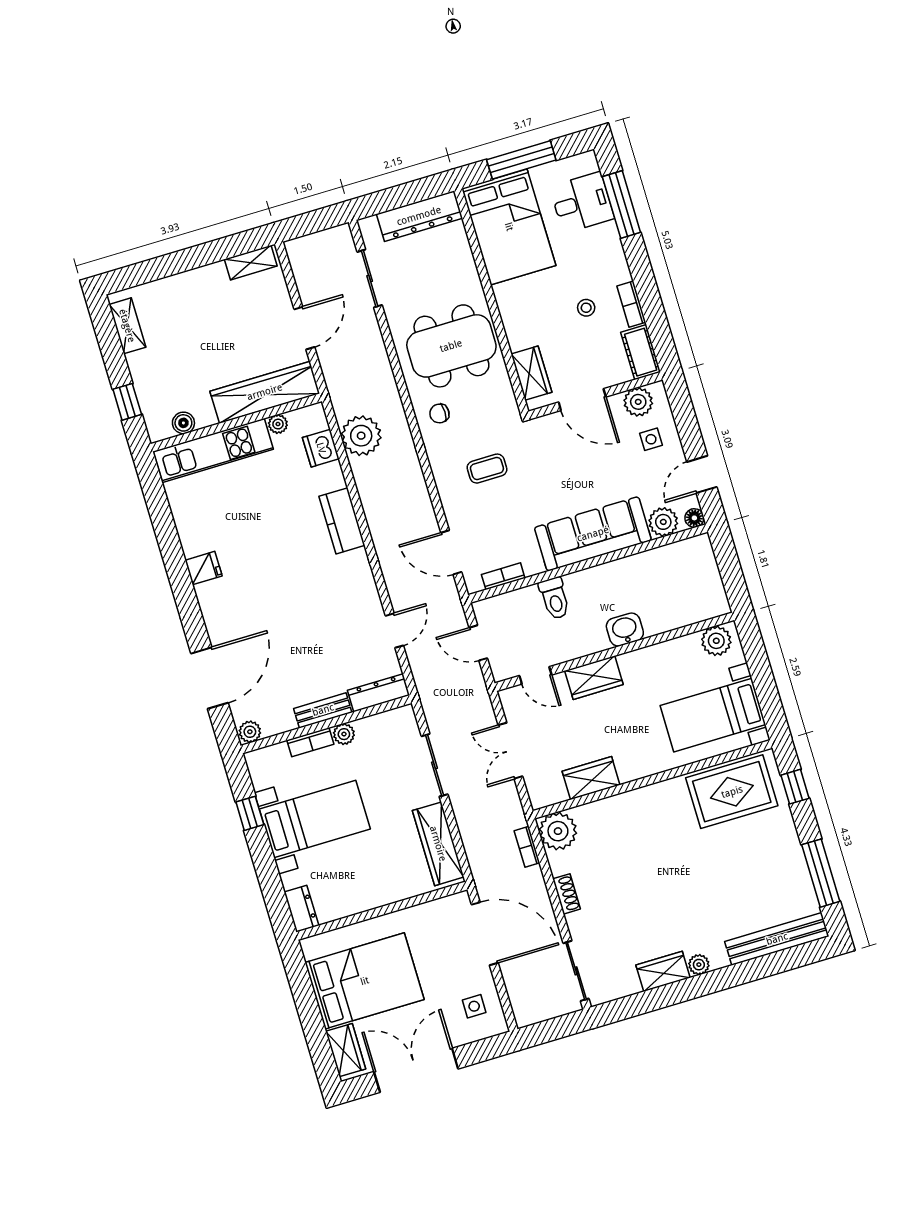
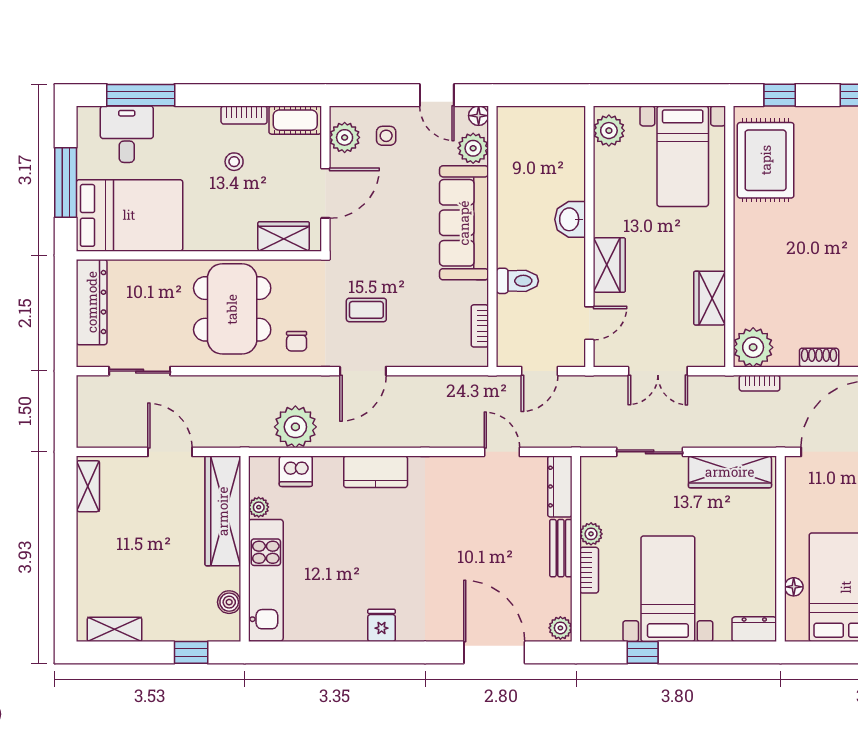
coffee table: (487, 469) -> (366, 310), turned 90
door: (451, 552) -> (363, 371), moved
floor lamp: (351, 933) -> (794, 587), added

